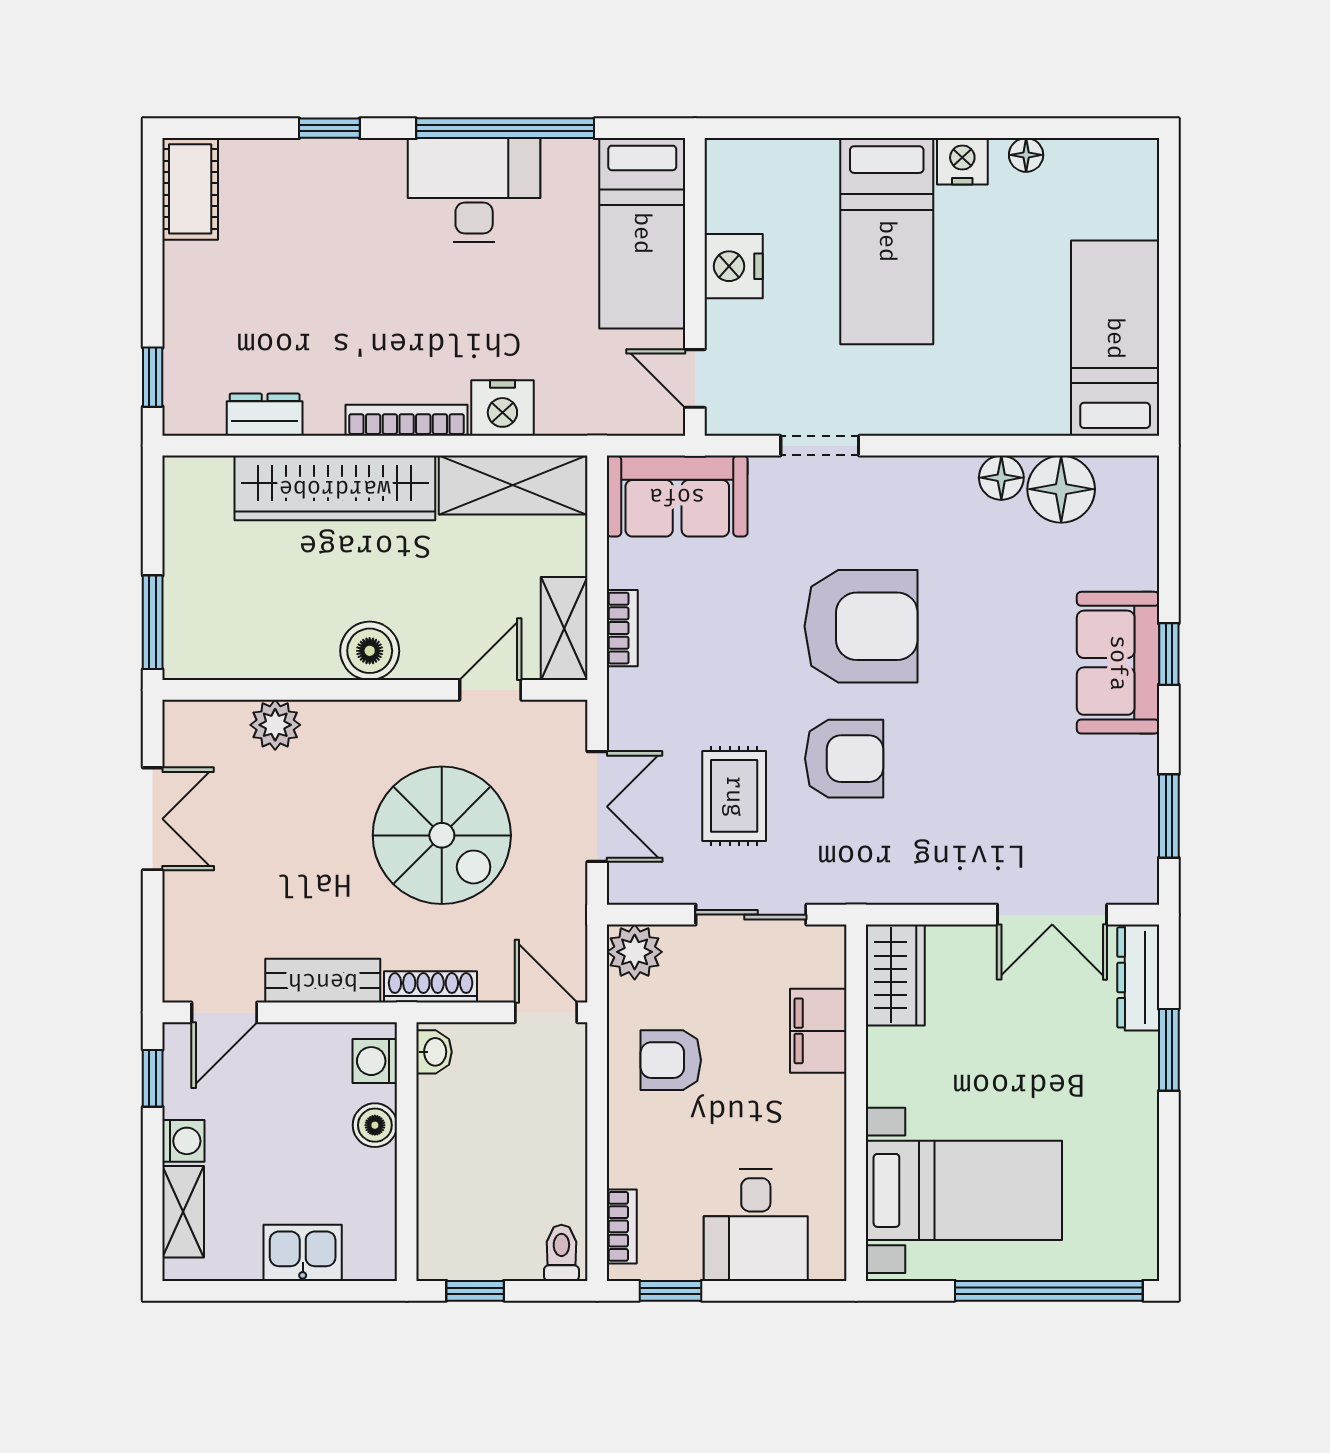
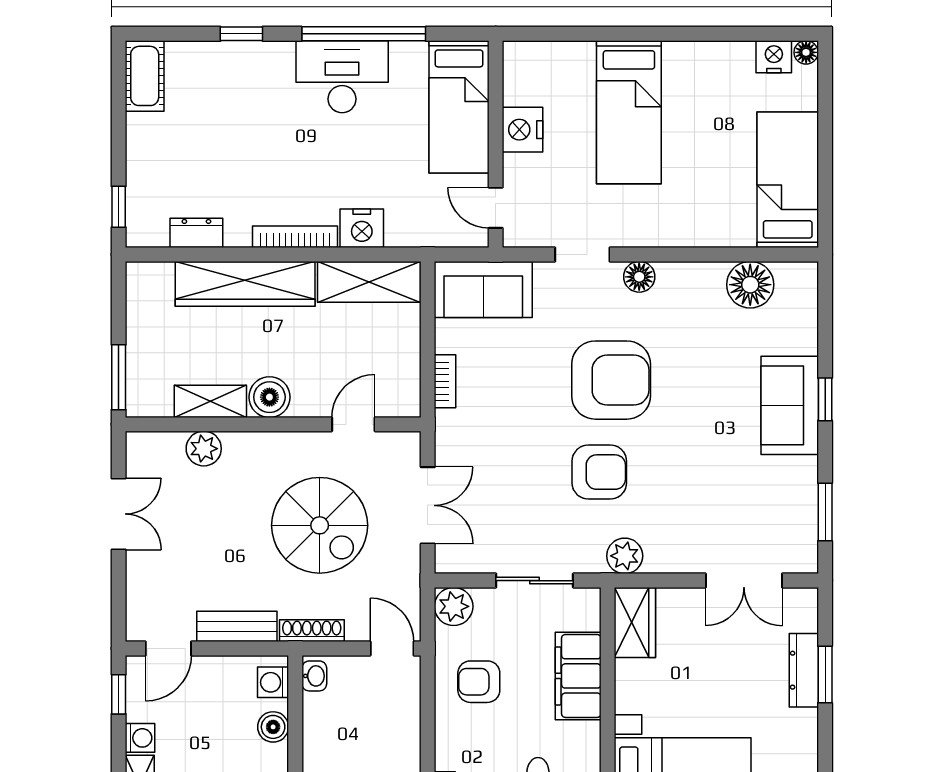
floor lamp: (1026, 155) -> (806, 52), moved
nightstand: (962, 161) -> (774, 57), moved
floor lamp: (1001, 478) -> (639, 277), moved
shelving: (564, 628) -> (210, 401), moved, turned 90
rug: (734, 796) -> (523, 498), removed
plant: (881, 879) -> (625, 556), added
dresser: (1138, 977) -> (804, 670), moved
filing cabinet: (818, 1031) -> (578, 676), width x1.50, depth x1.17

